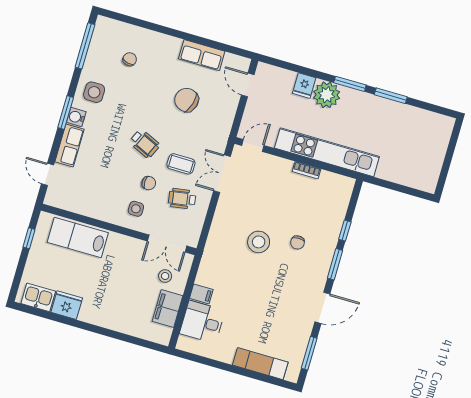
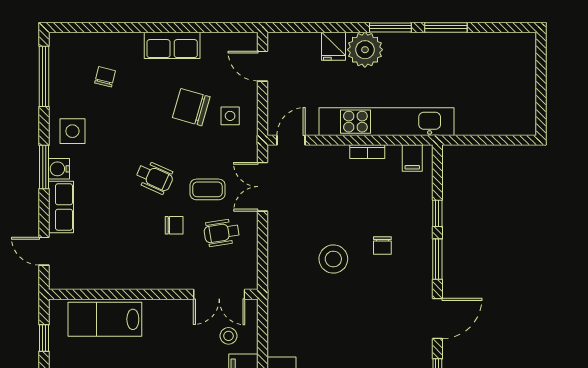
row of seats: (202, 55) -> (172, 45), moved
side table: (136, 209) -> (230, 116), moved
filing cabinet: (201, 294) -> (412, 158), moved, turned 90

